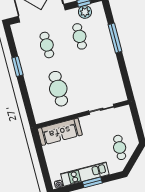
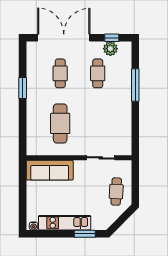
cafe table: (120, 147) -> (116, 192), moved
window: (92, 182) -> (85, 234), moved

